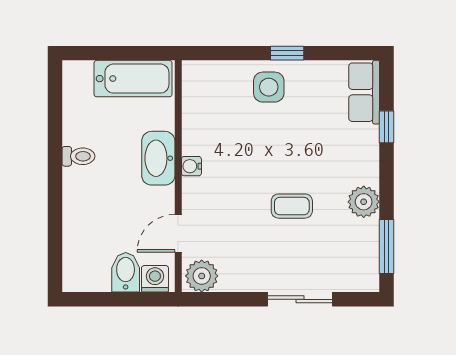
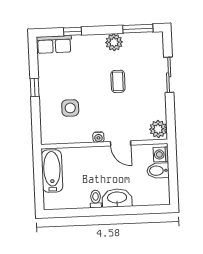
side table: (269, 87) -> (70, 108), moved
washbasin: (158, 158) -> (117, 198), moved, turned 180
door: (178, 233) -> (121, 143), moved

